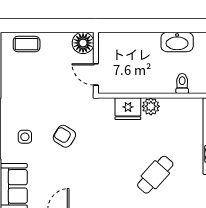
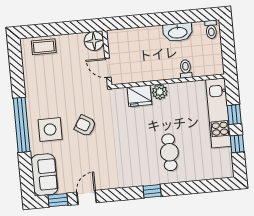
side table: (25, 137) -> (50, 129), width x1.87, depth x1.87
cafe table: (155, 175) -> (169, 152), turned -42

